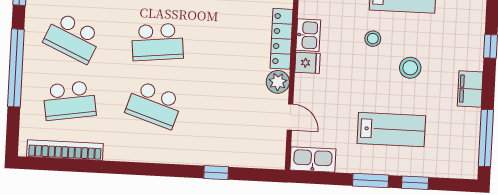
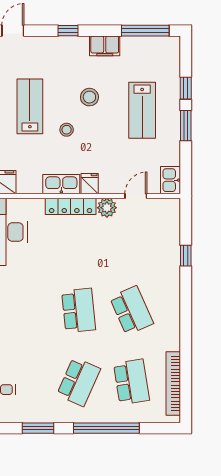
kitchen sink: (308, 35) -> (61, 184), width x1.38
school desk: (154, 105) -> (131, 310), turned -42
lab bench: (391, 130) -> (142, 110), turned 180
kitchen sink: (313, 159) -> (171, 180), width x0.73

